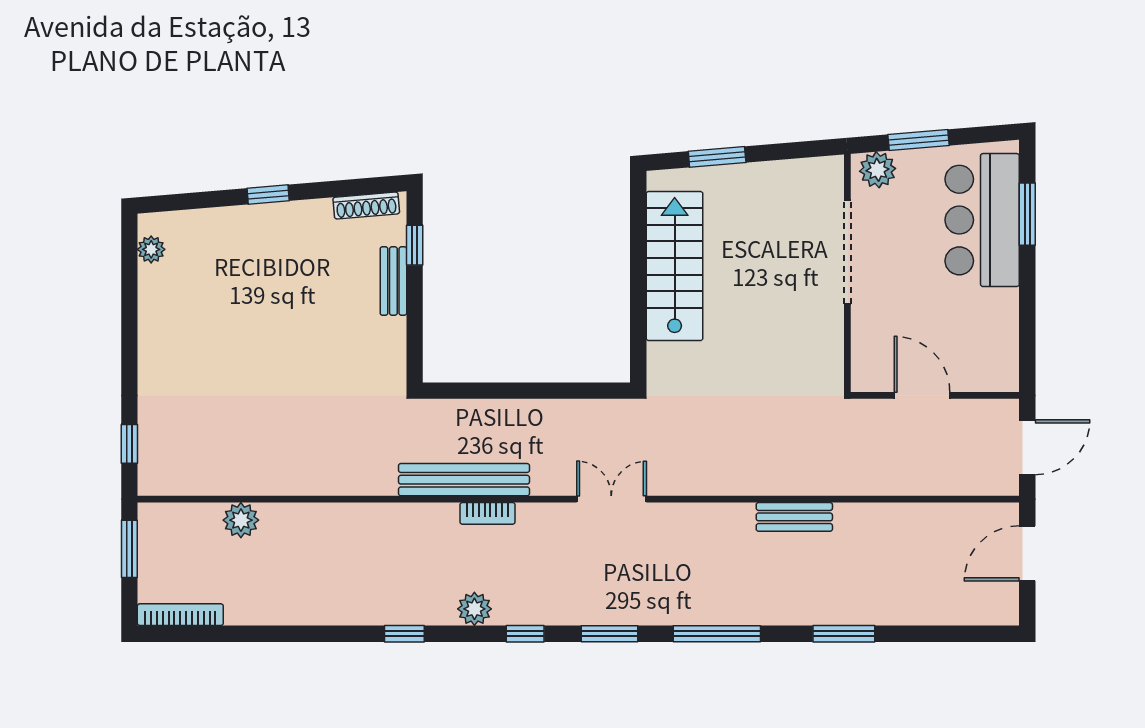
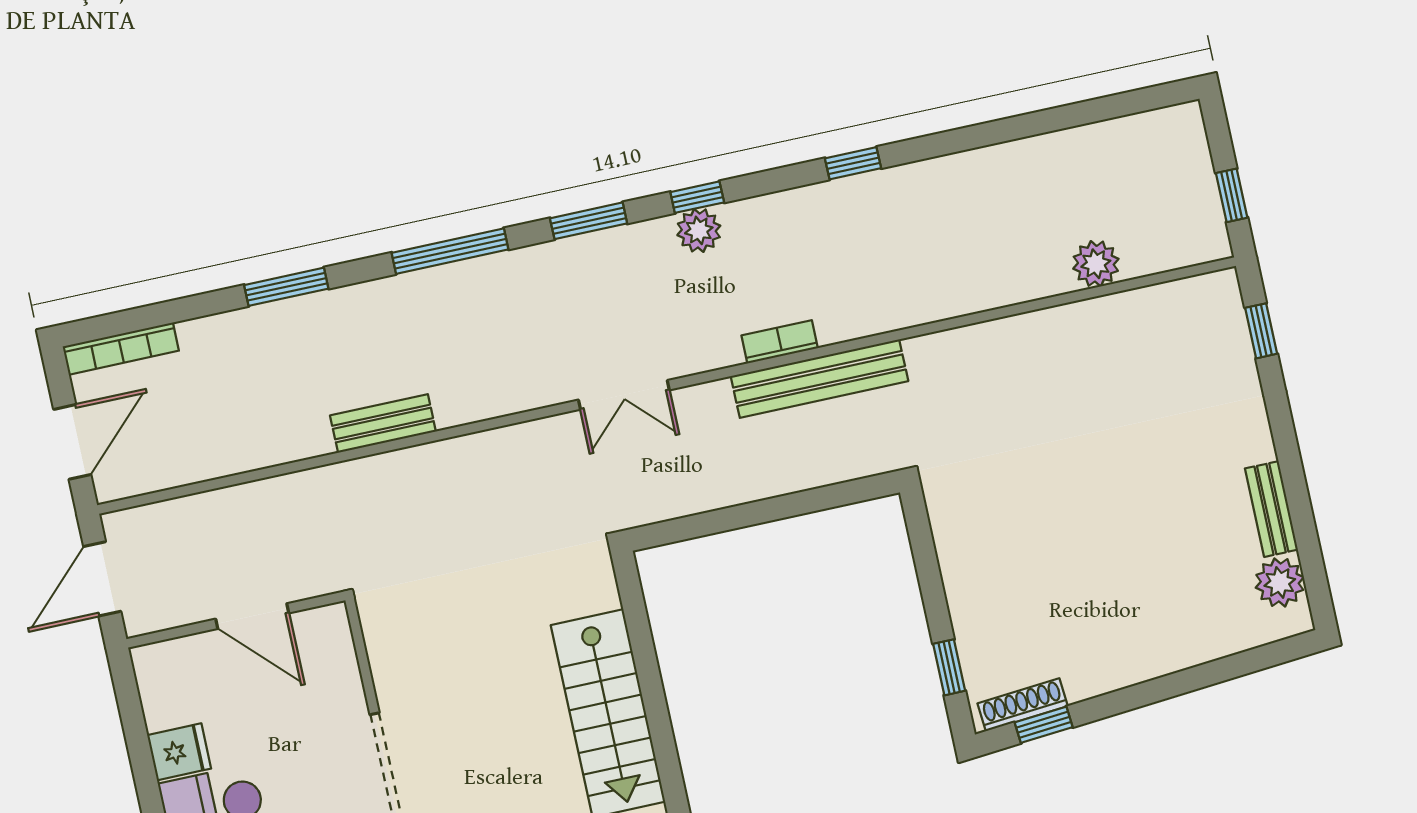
window: (268, 195) -> (1044, 725), moved
plant: (151, 249) -> (1280, 582), width x1.38, depth x1.38
bench: (393, 281) -> (1271, 509), moved
fridge: (998, 307) -> (179, 752), added
window: (129, 549) -> (1232, 195), width x0.67
plant: (474, 609) -> (699, 230), moved
bookcase: (180, 615) -> (121, 349), moved

